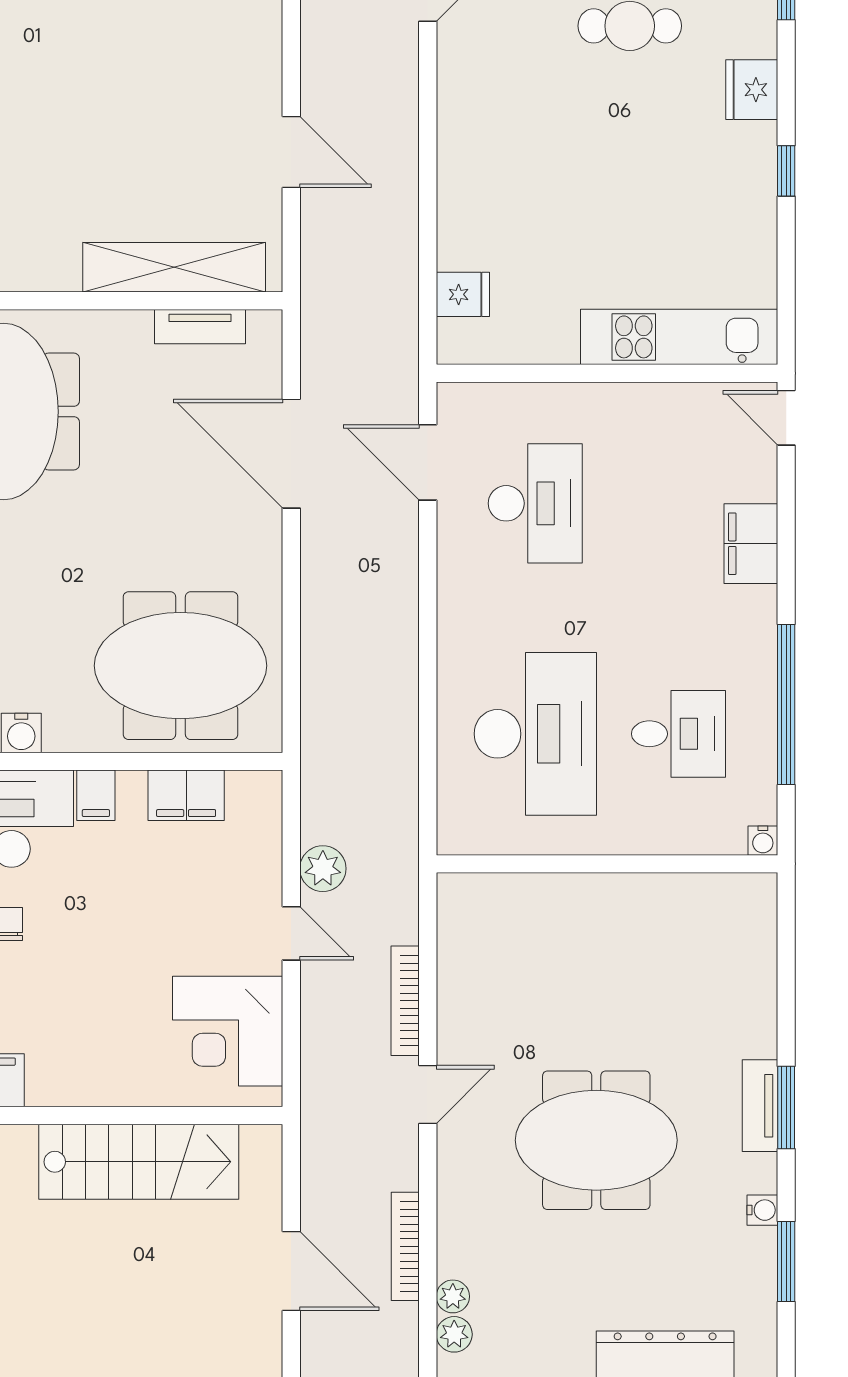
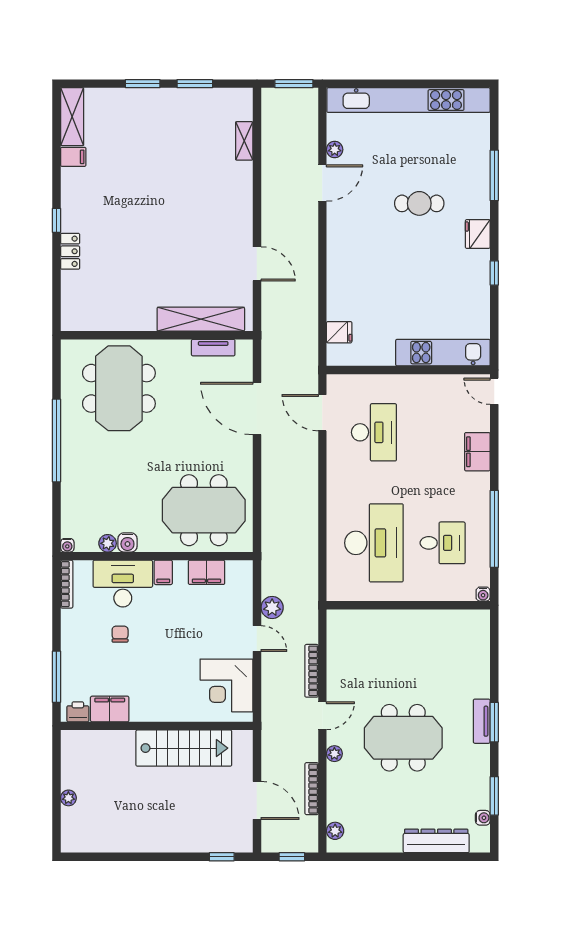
water cooler: (762, 1210) -> (483, 818), moved
plant: (453, 1296) -> (334, 754), moved

